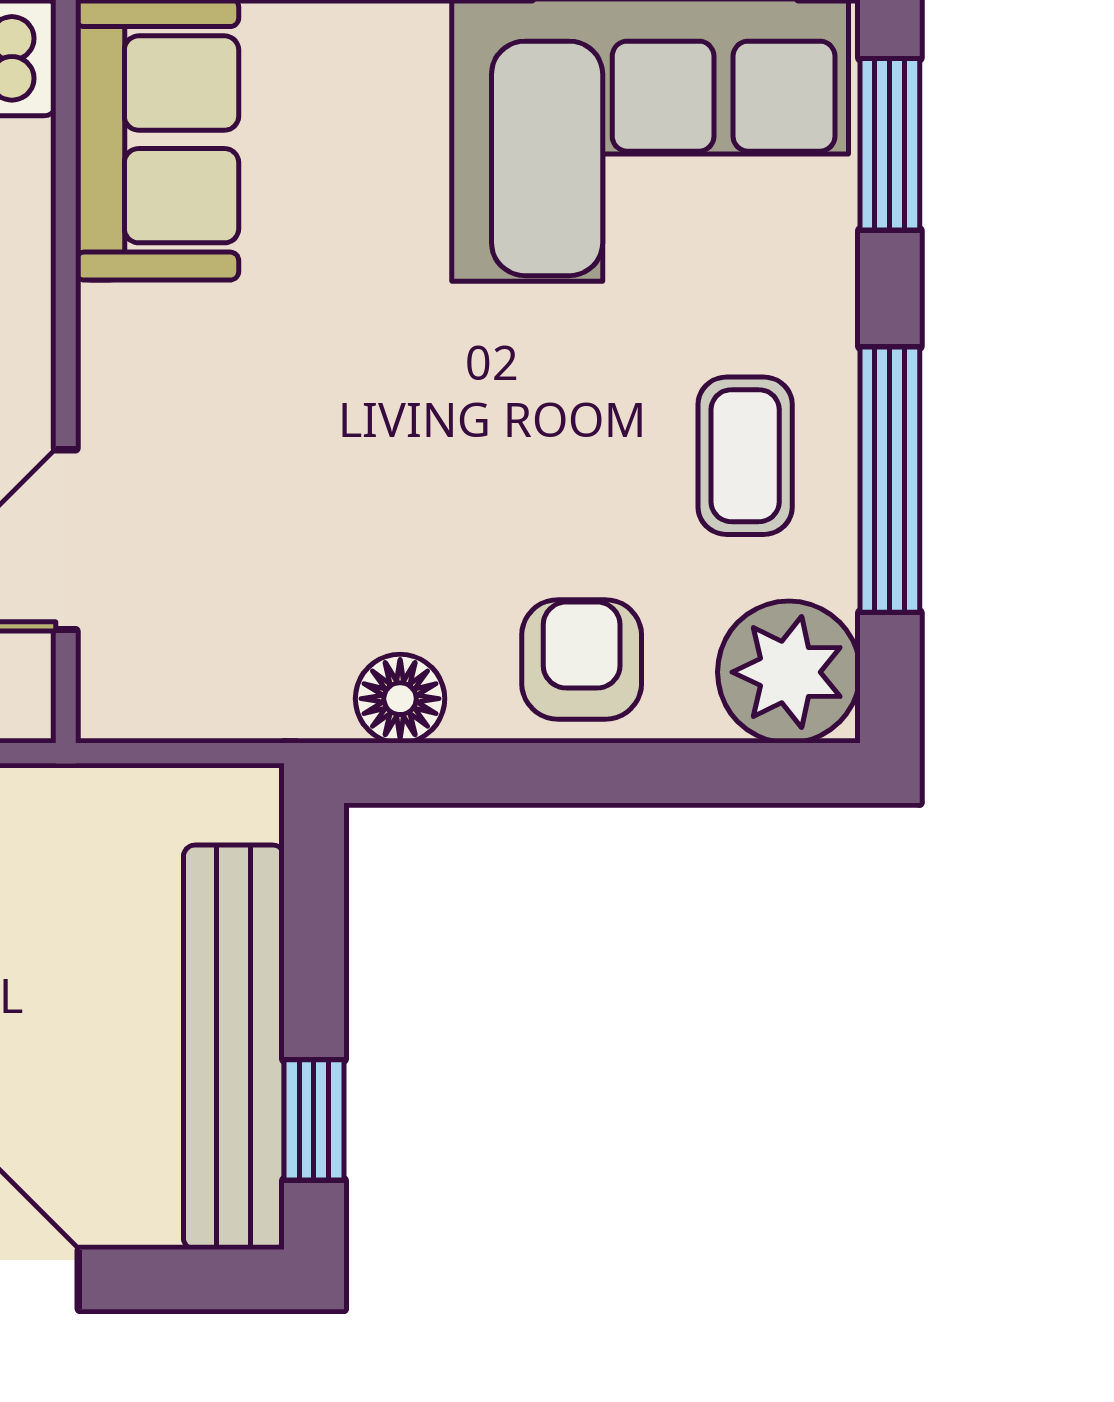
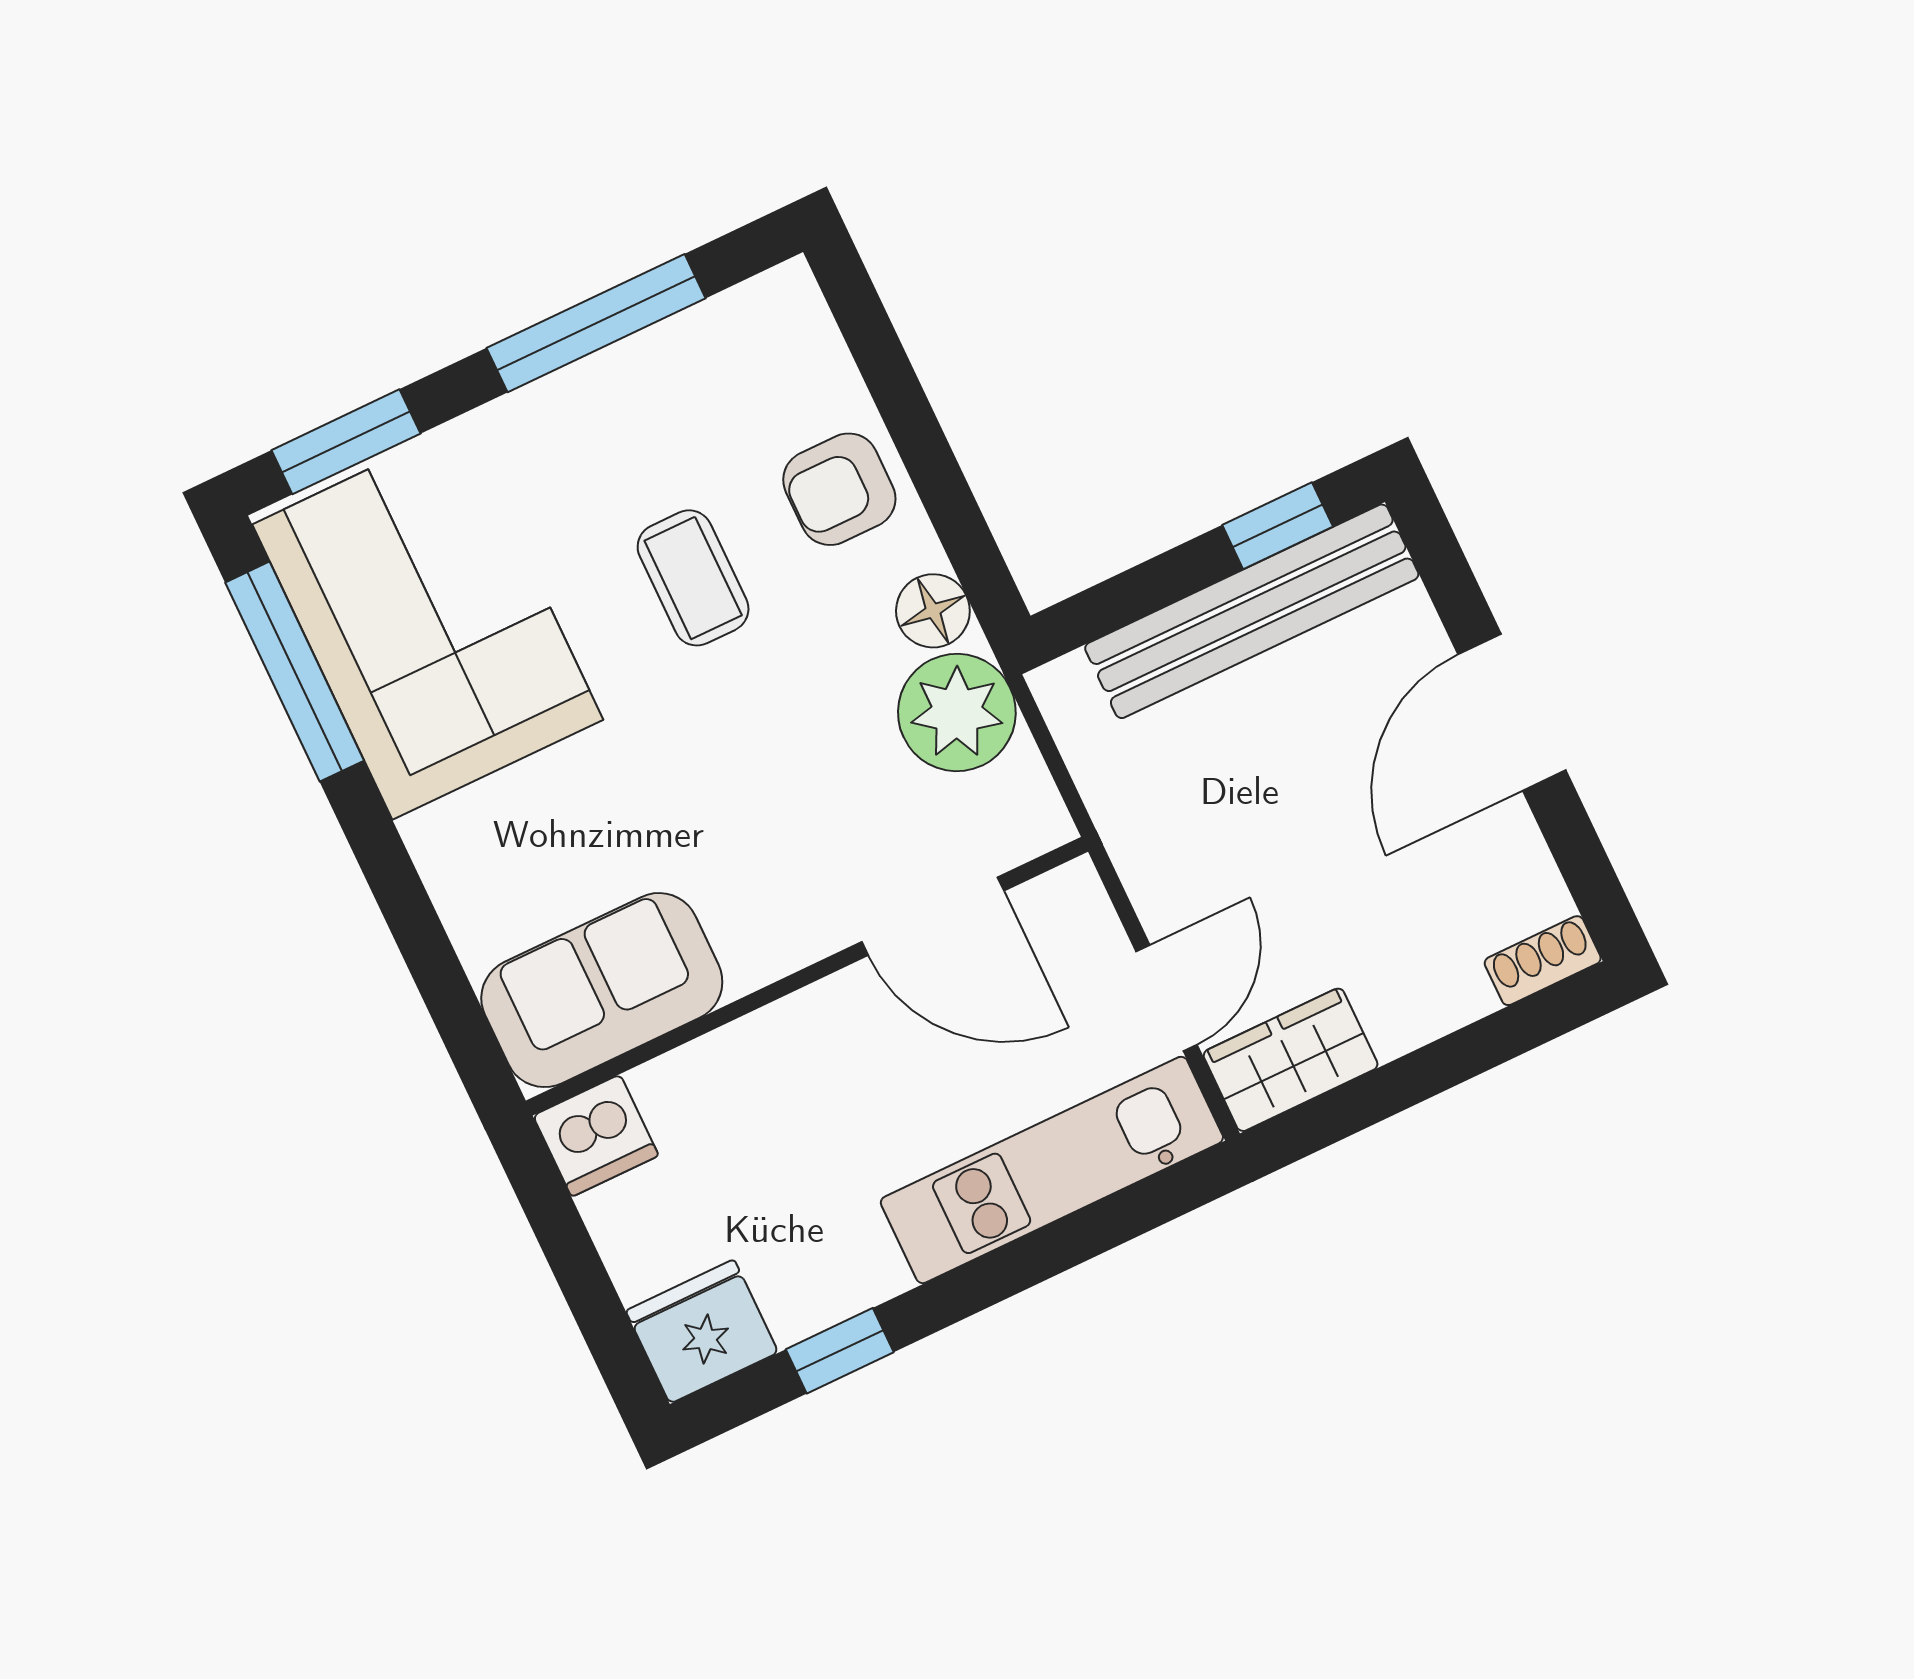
coffee table: (745, 456) -> (693, 578), moved, turned 90
plant: (789, 672) -> (957, 712), moved

